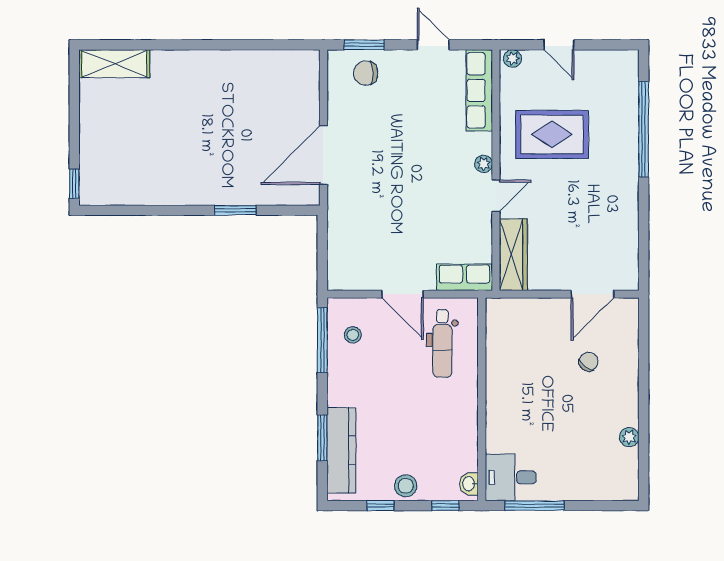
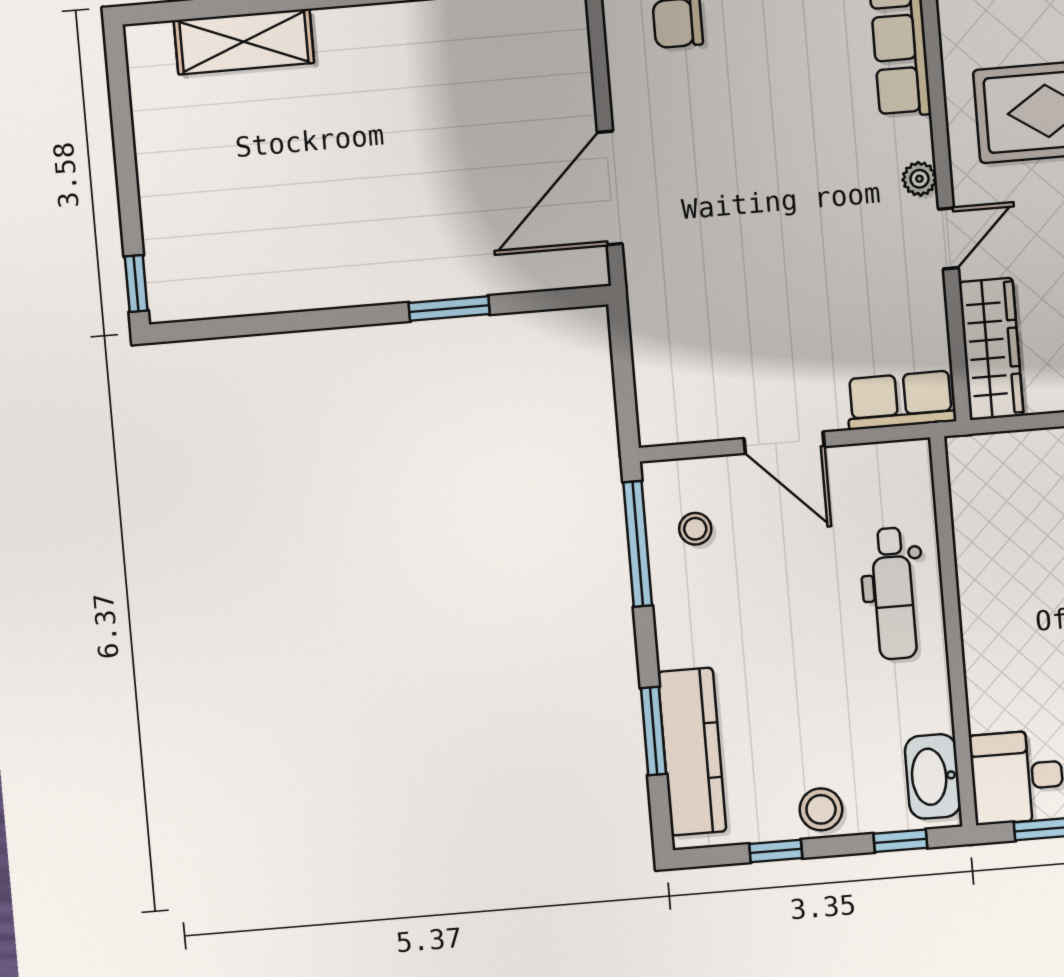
shelving: (114, 64) -> (244, 42), moved
dental chair: (442, 343) -> (894, 593), moved
washbasin: (469, 484) -> (933, 776), width x1.91, depth x1.45

